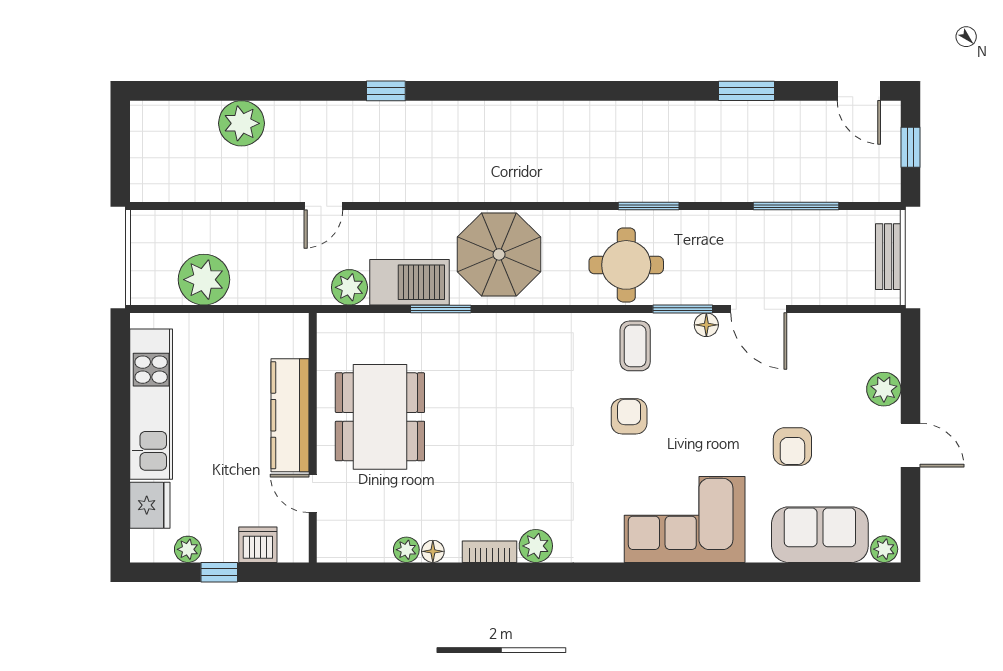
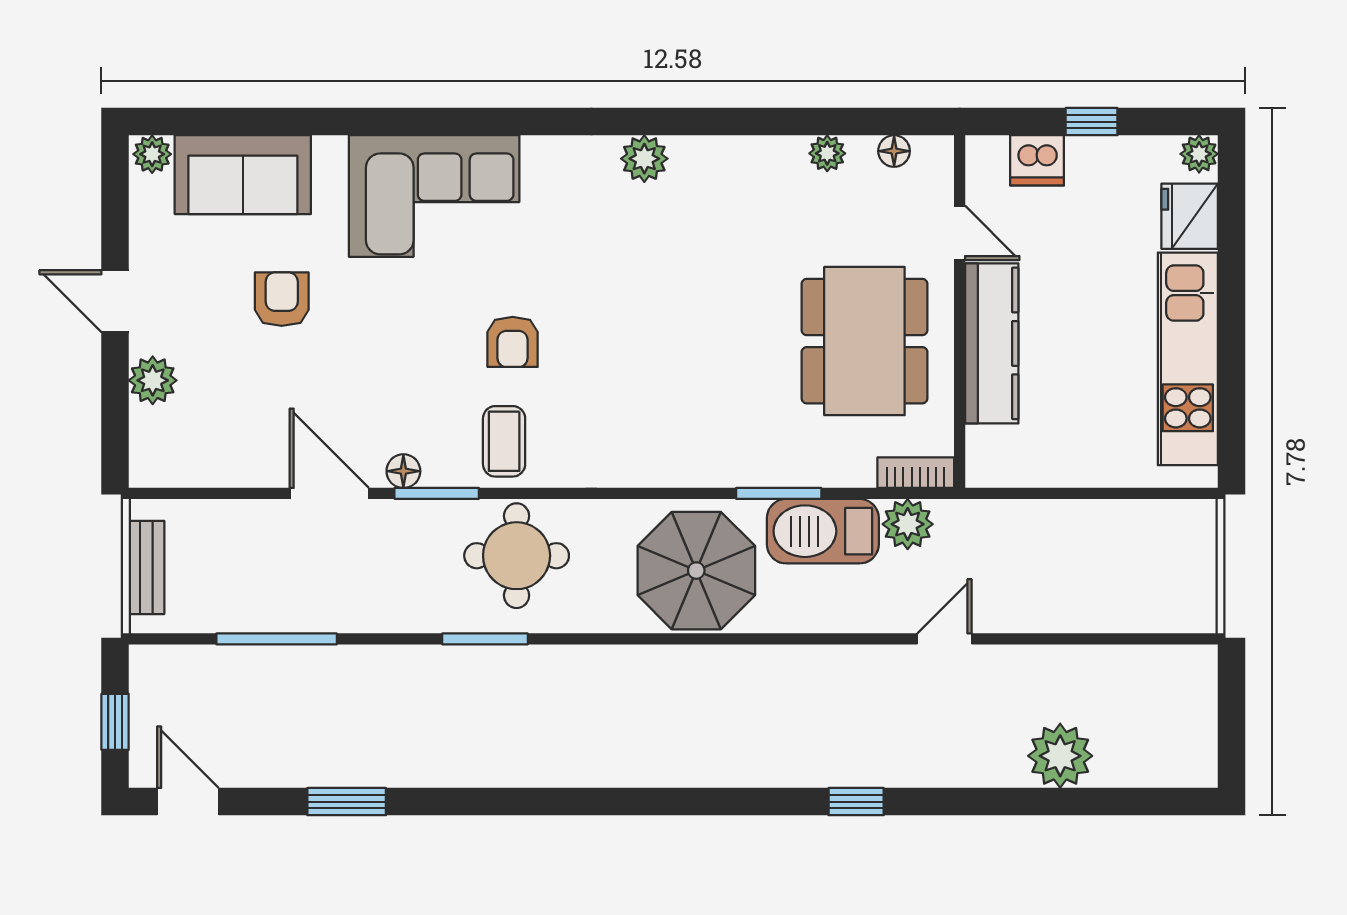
plant: (204, 280) -> (1113, 535), removed
plant: (188, 549) -> (1199, 154), moved
floor lamp: (433, 551) -> (894, 151), moved
bookcase: (490, 552) -> (916, 473), moved, turned 180

